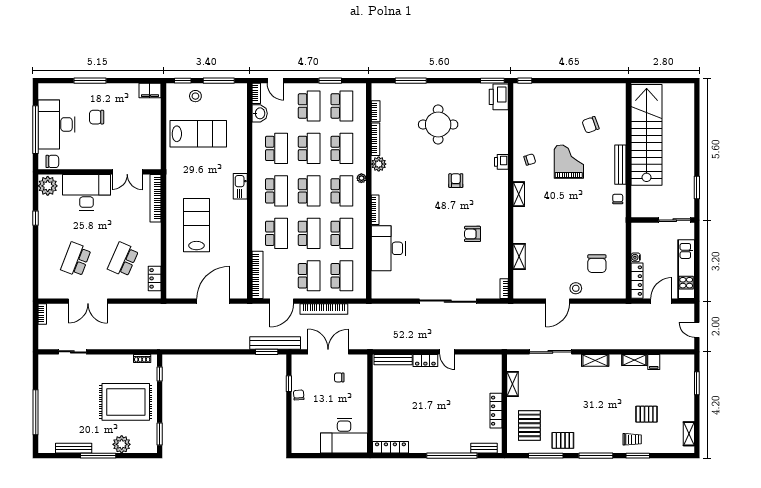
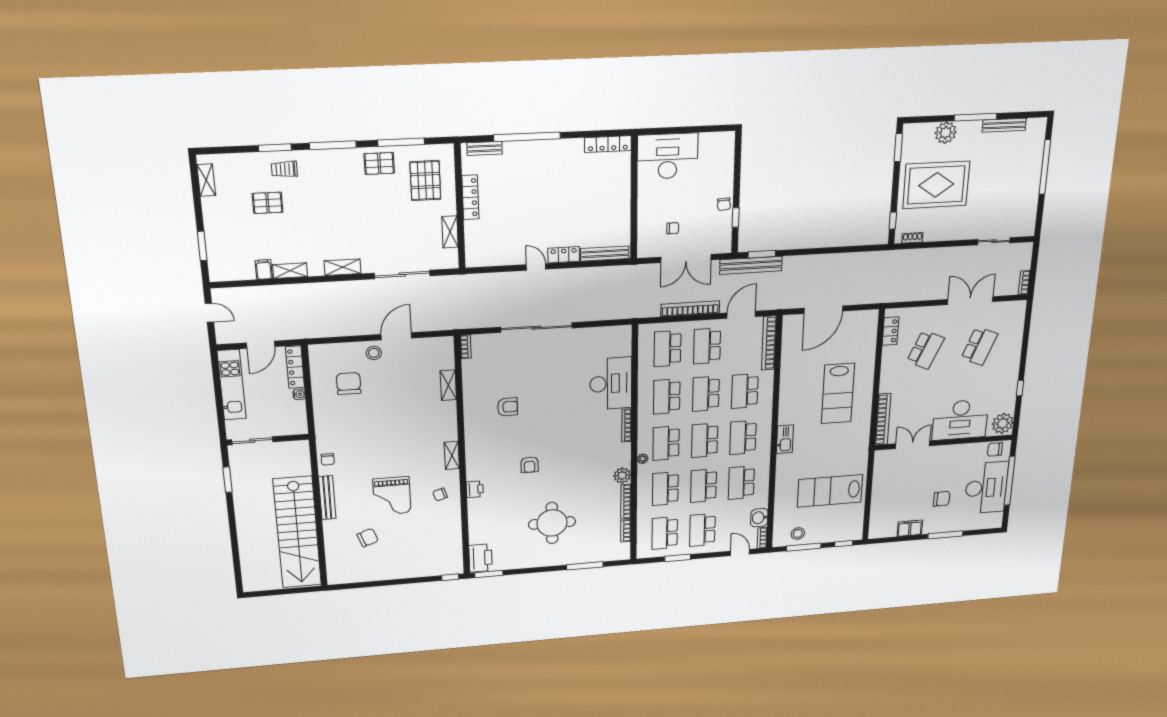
filing cabinet: (150, 90) -> (910, 528), moved
stool: (195, 96) -> (798, 533), moved

